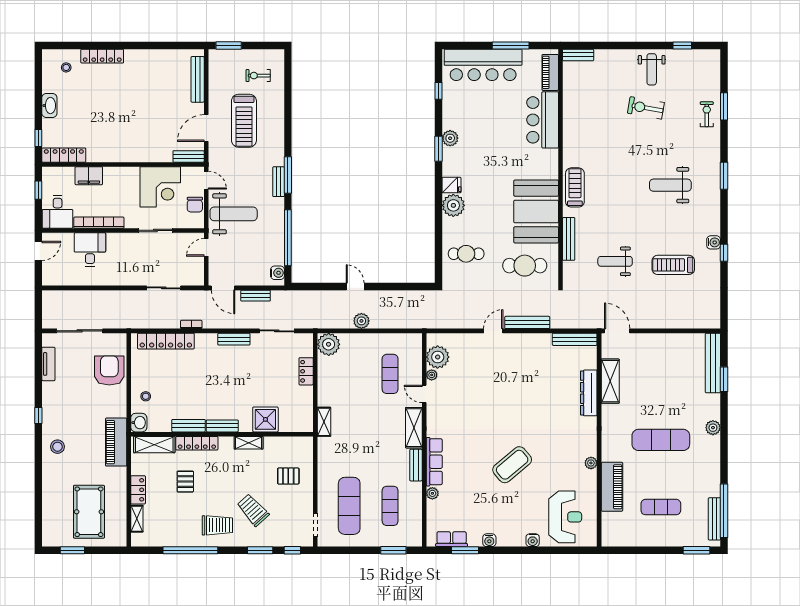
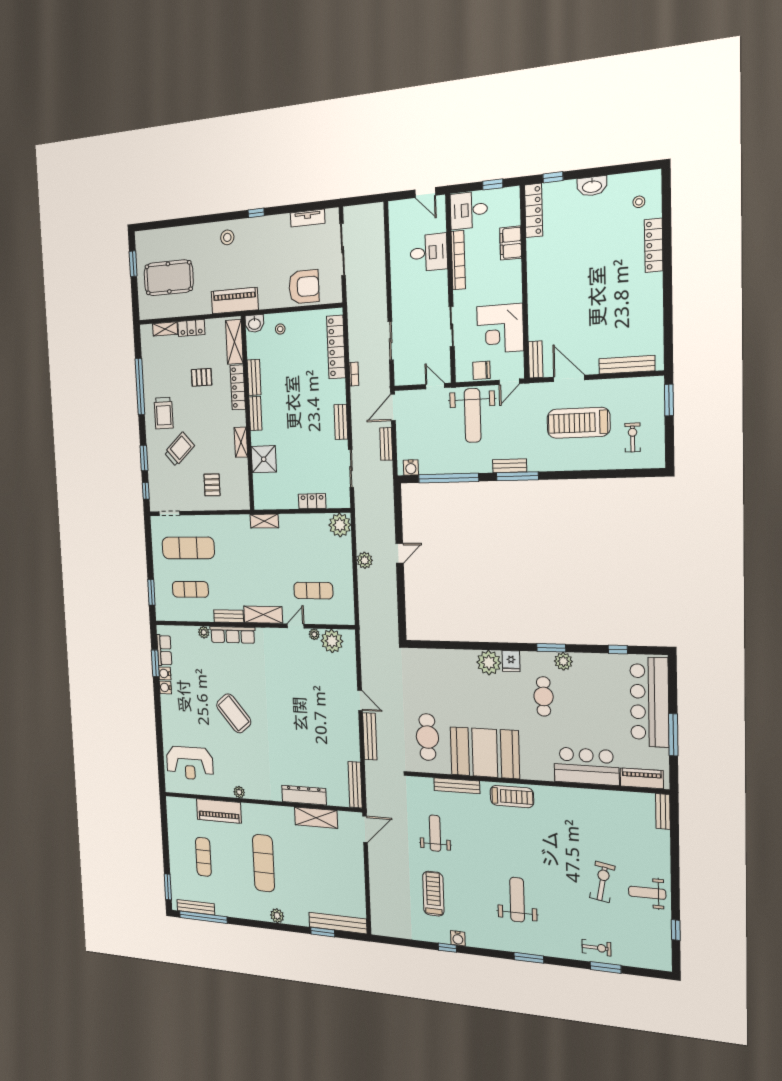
cafe table: (466, 254) -> (544, 696), moved
water cooler: (533, 540) -> (165, 673), moved

